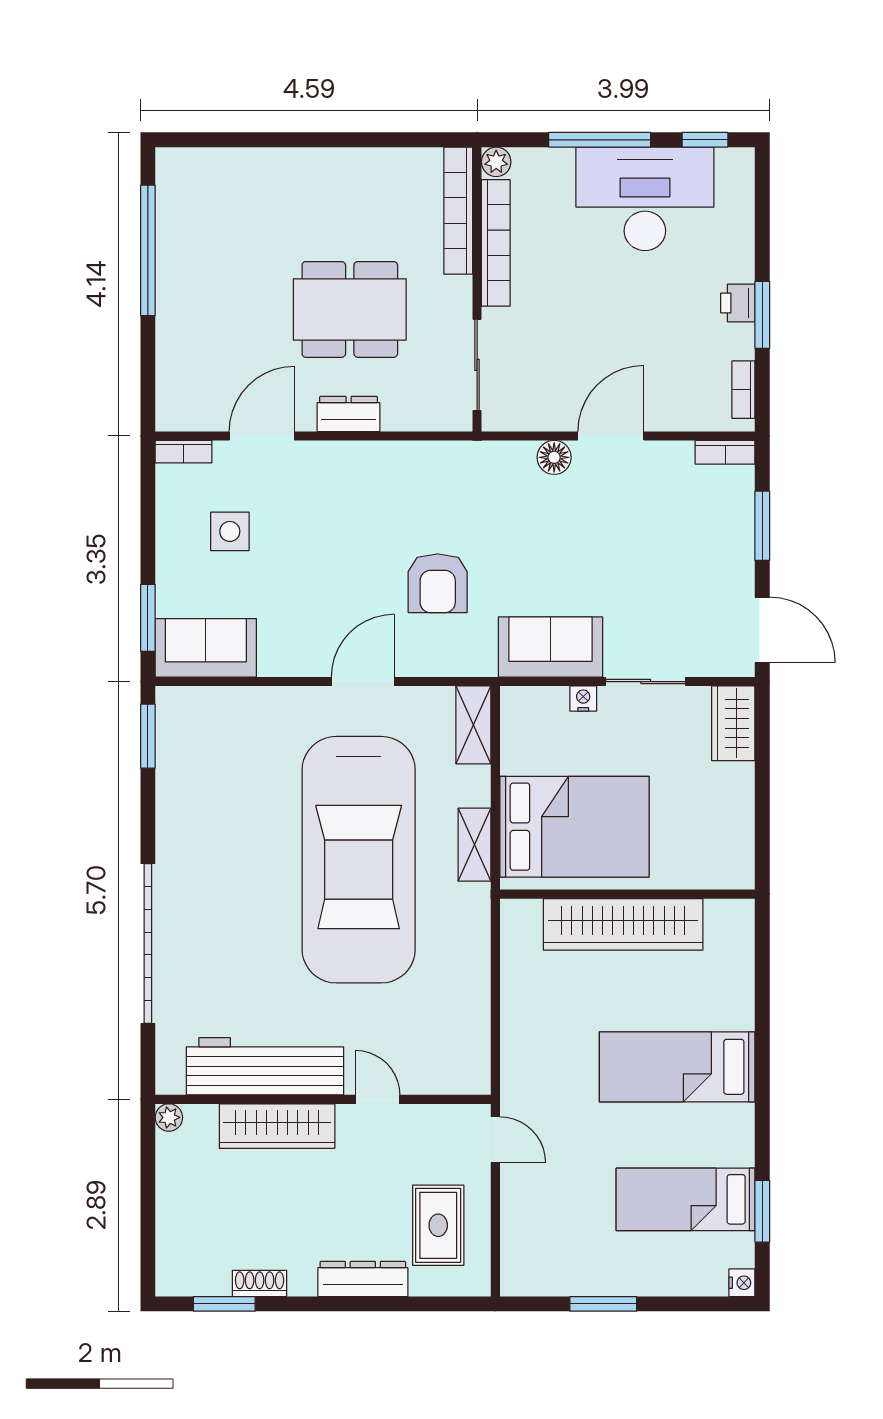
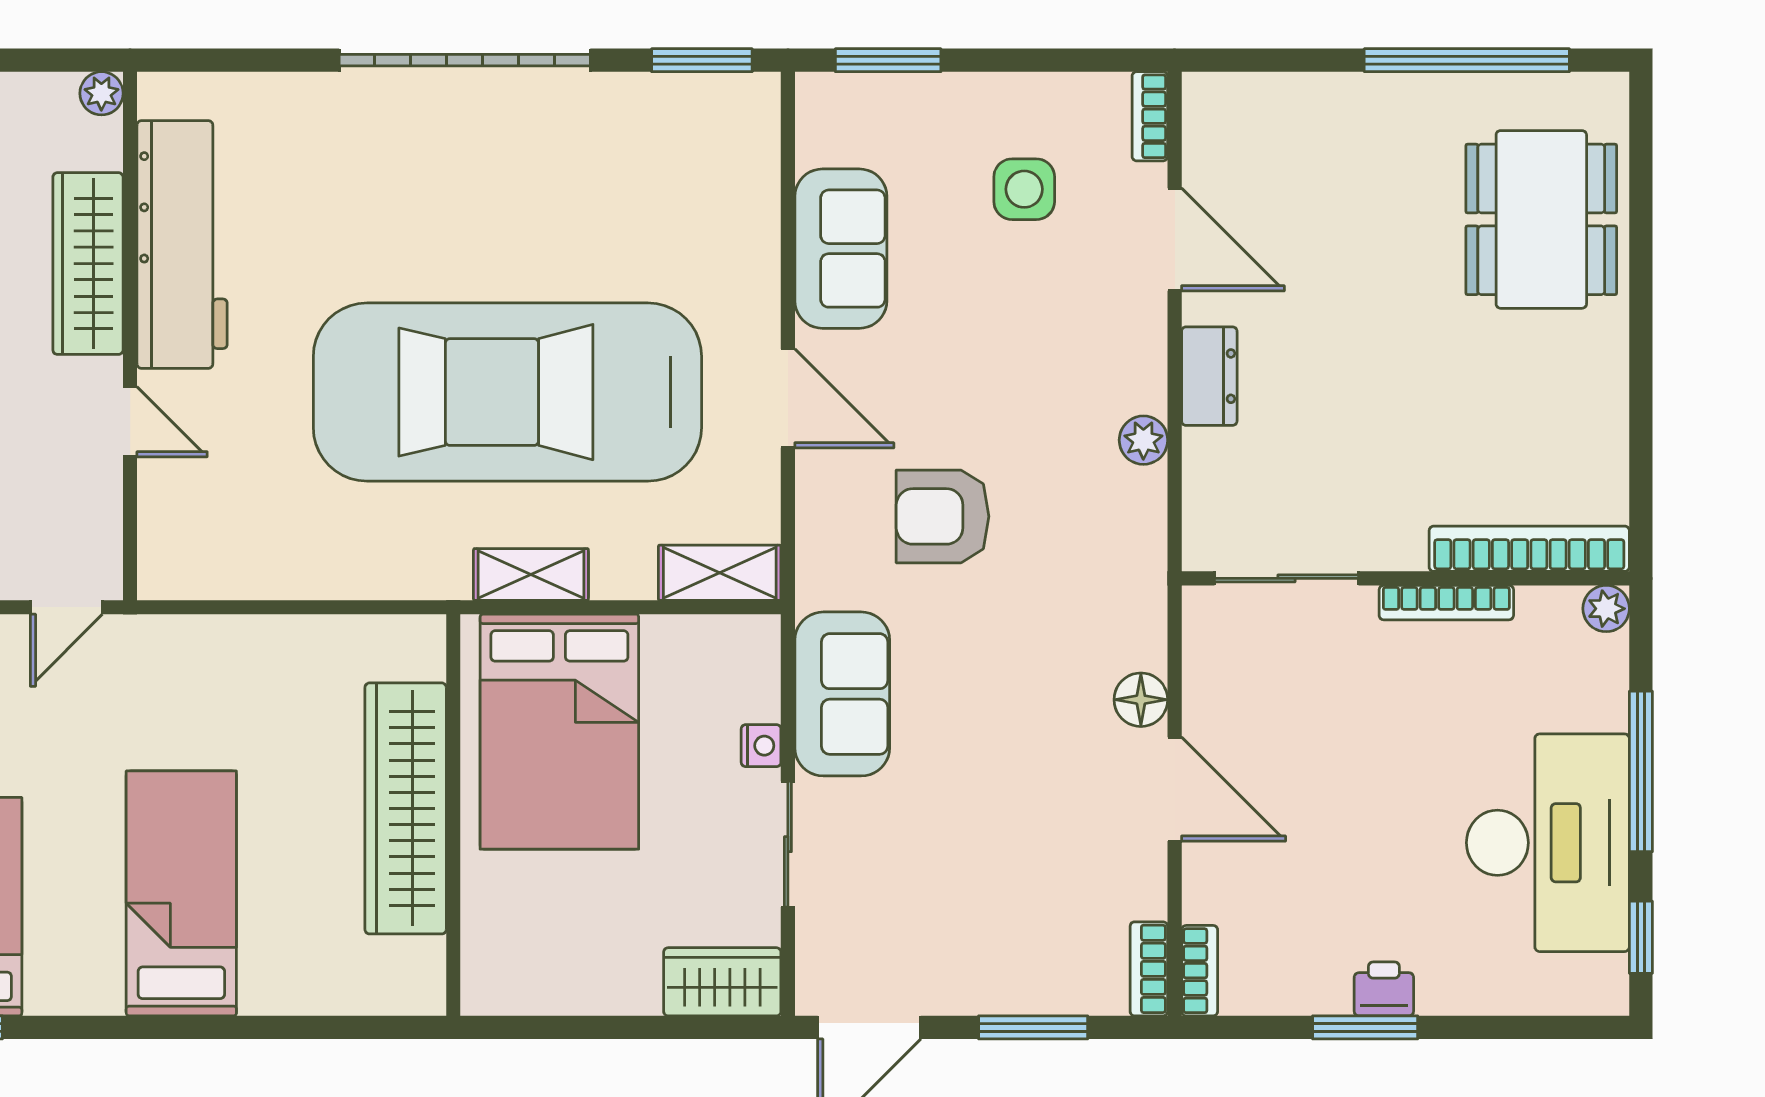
bookcase: (496, 243) -> (1446, 603), width x0.68, depth x0.76
dining table: (350, 309) -> (1541, 219), moved
bookcase: (743, 390) -> (1200, 971), moved, turned 90
plant: (389, 456) -> (1143, 440), added
sofa: (206, 648) -> (841, 249), moved
garage door: (148, 943) -> (465, 60), moved
door: (378, 1099) -> (130, 422), hinge flipped

